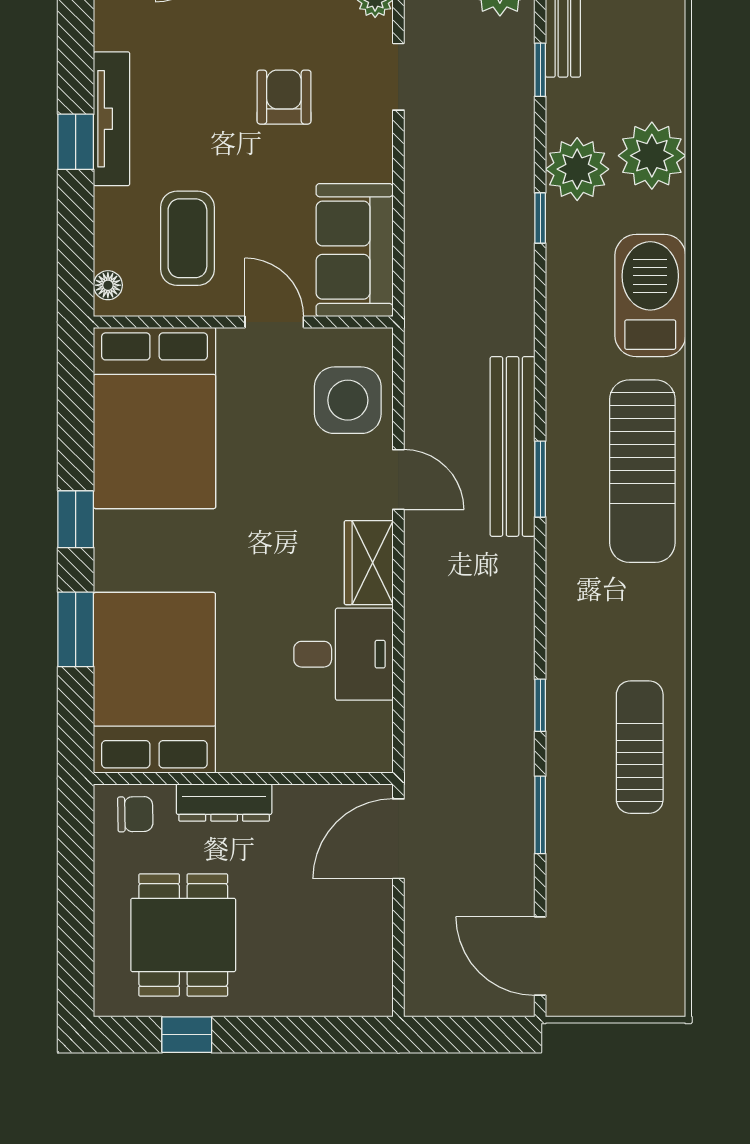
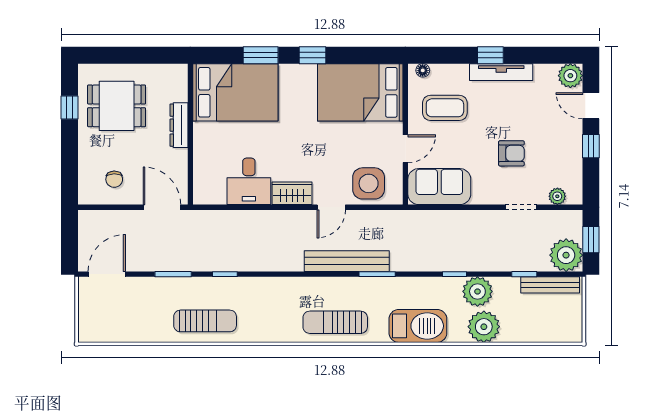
sun lounger: (642, 471) -> (335, 322), width x0.73, depth x0.75
window: (540, 479) -> (377, 274), moved
chair: (135, 814) -> (114, 179), moved

